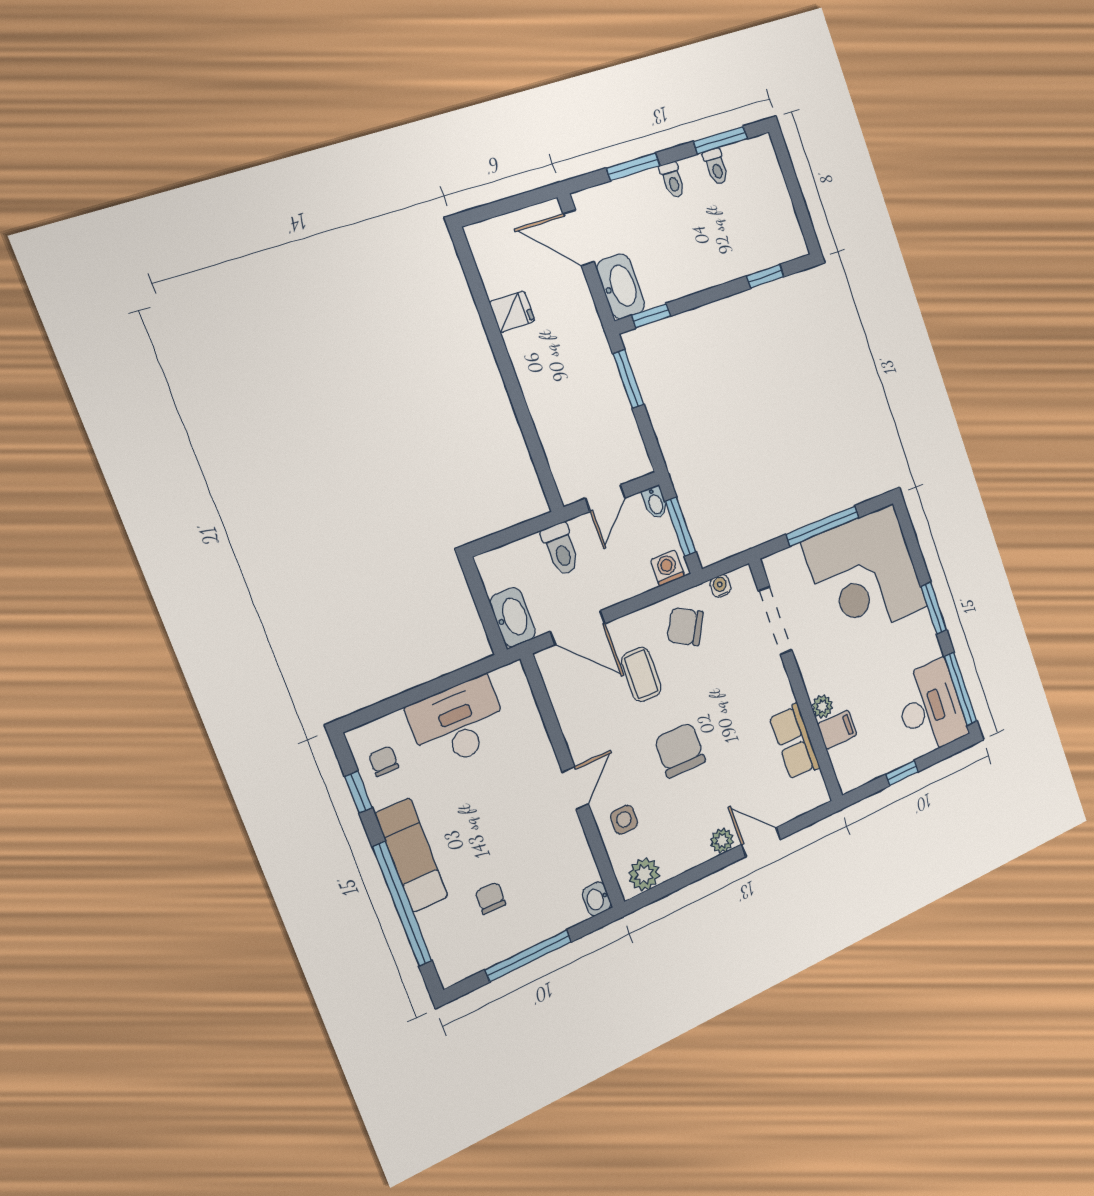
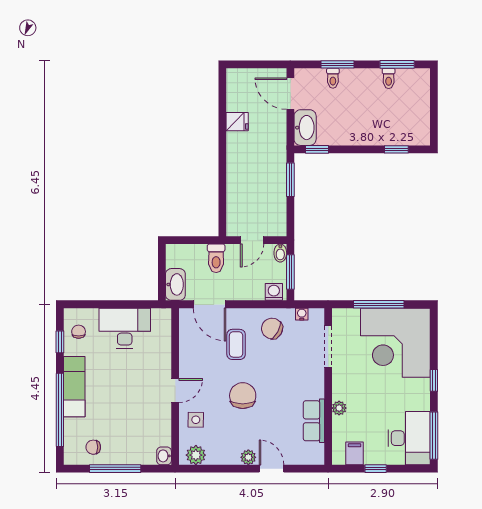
toilet: (672, 180) -> (333, 78), moved
window: (934, 608) -> (434, 380), width x0.67
filing cabinet: (837, 730) -> (355, 453), moved, turned -90
chair: (491, 898) -> (93, 447), moved, turned -91

